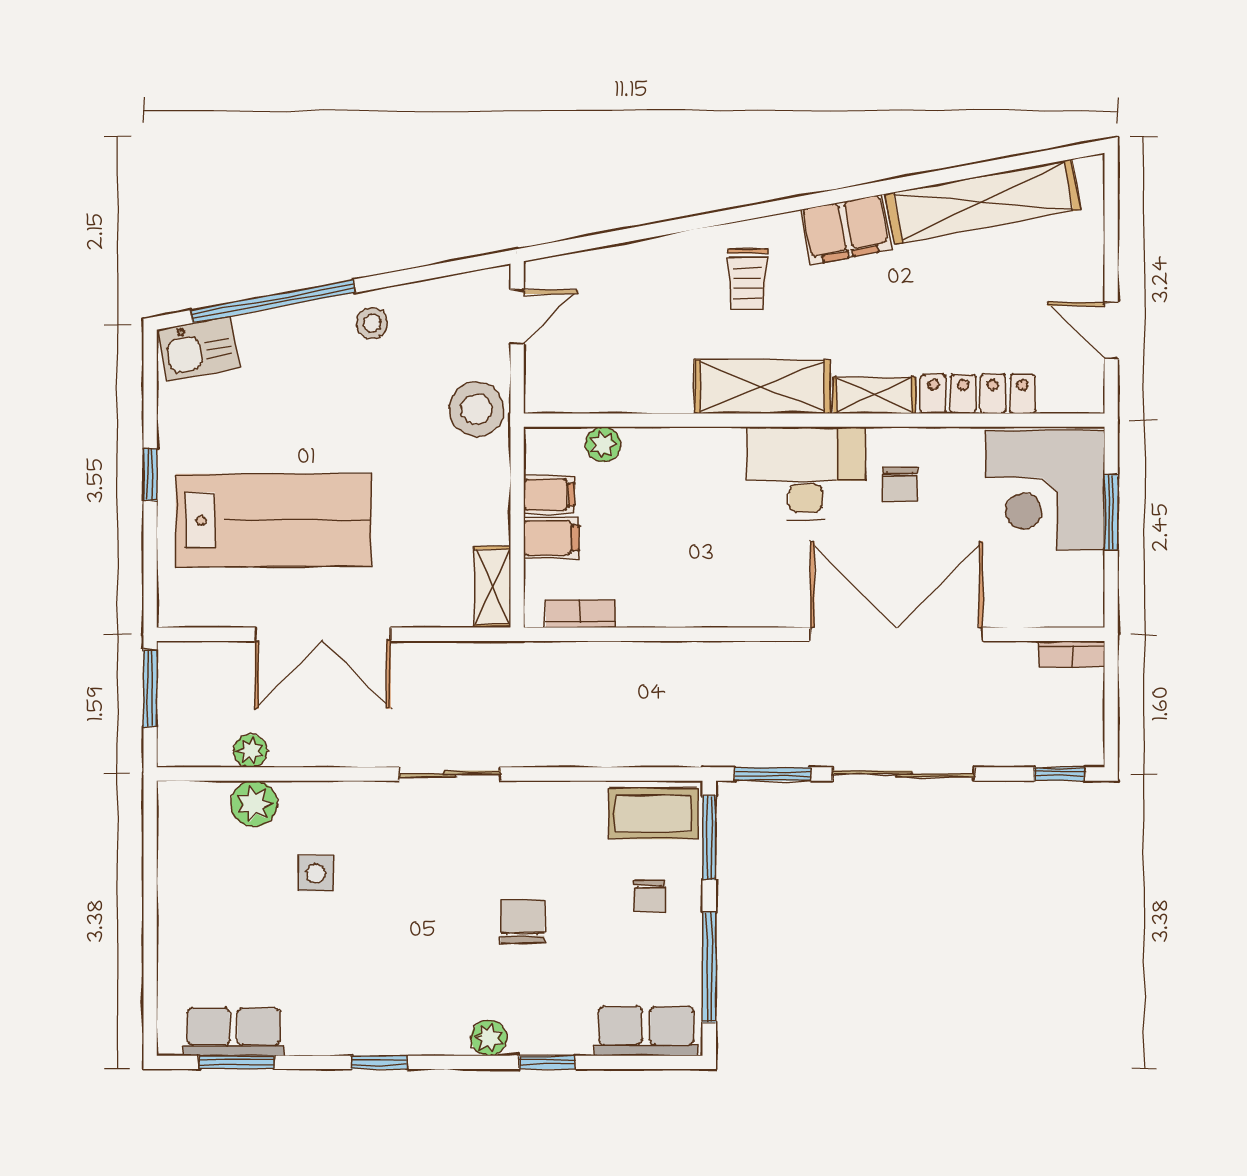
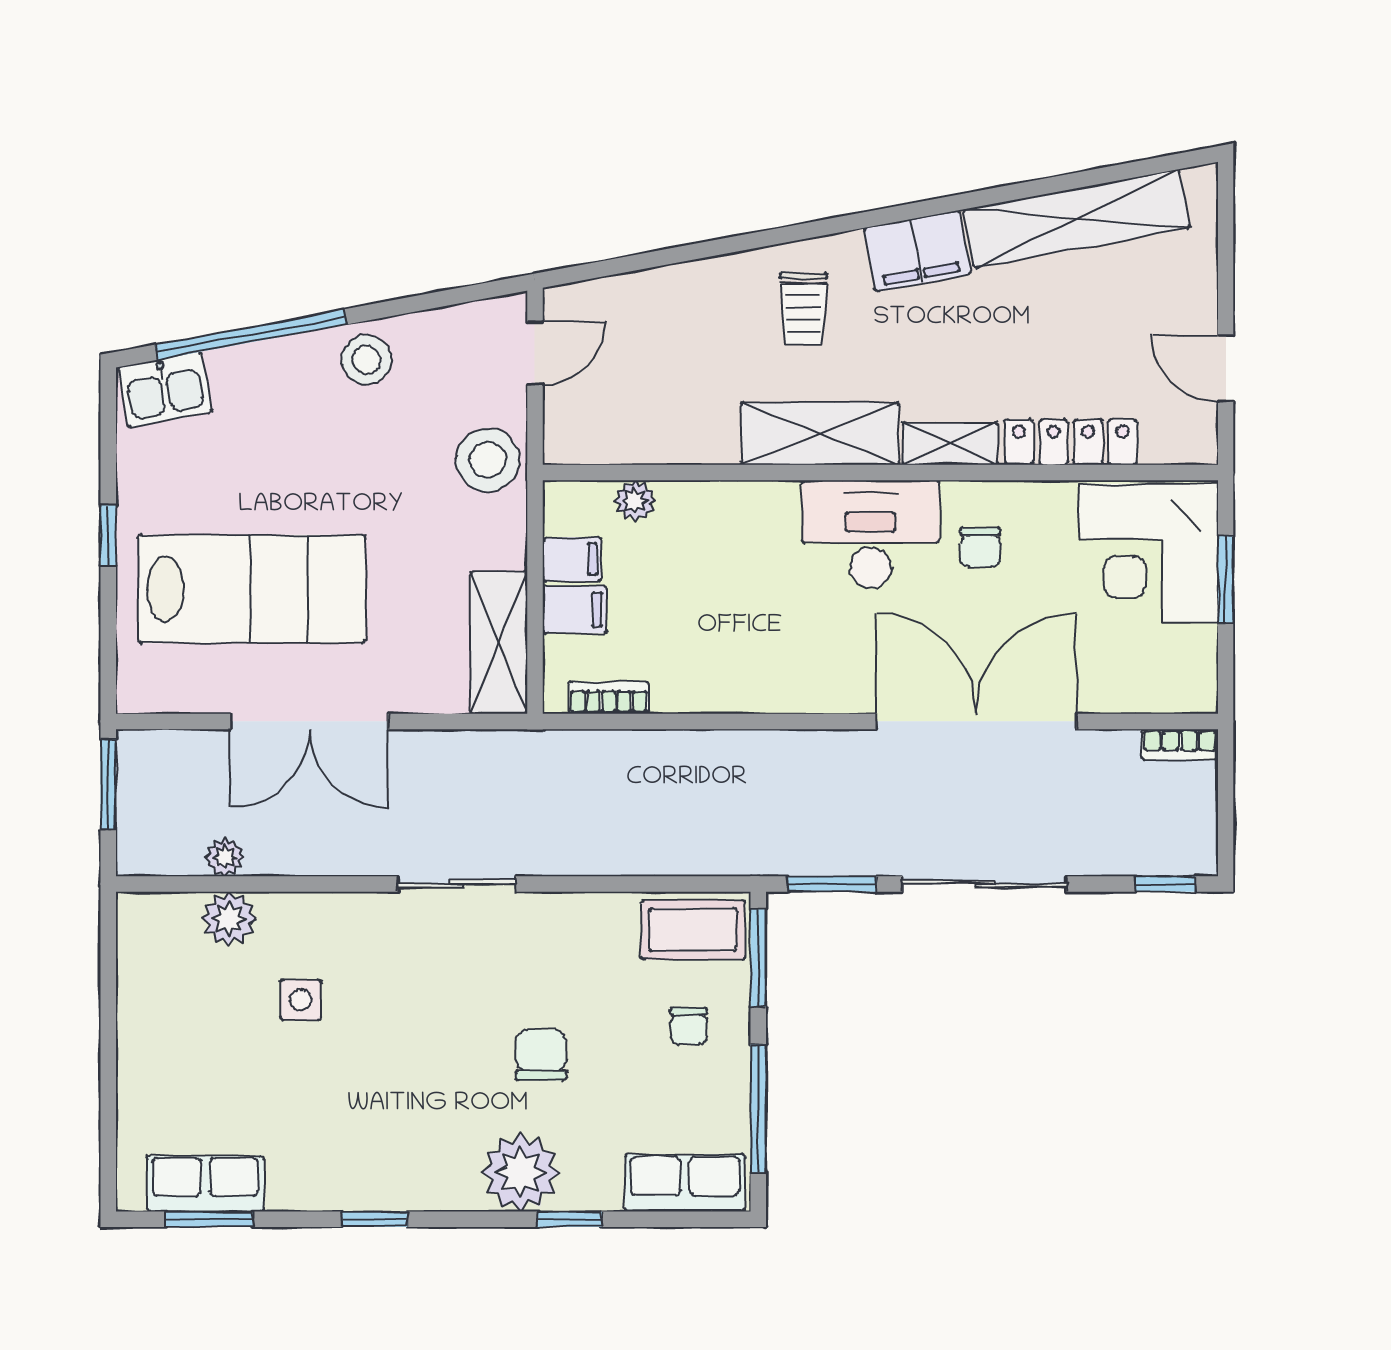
stool: (372, 323) -> (367, 360), width x1.37, depth x1.37
shelving: (492, 587) -> (499, 643), width x1.50, depth x1.33
plant: (489, 1038) -> (520, 1172), width x1.88, depth x1.88

